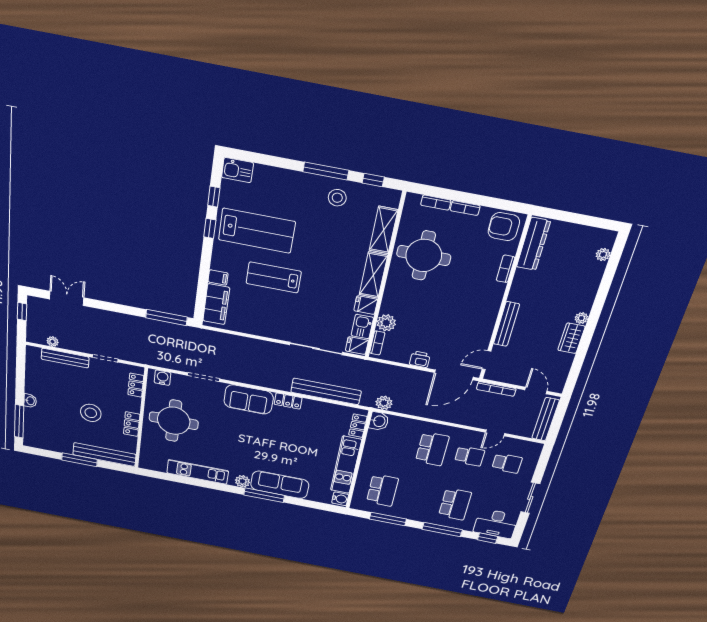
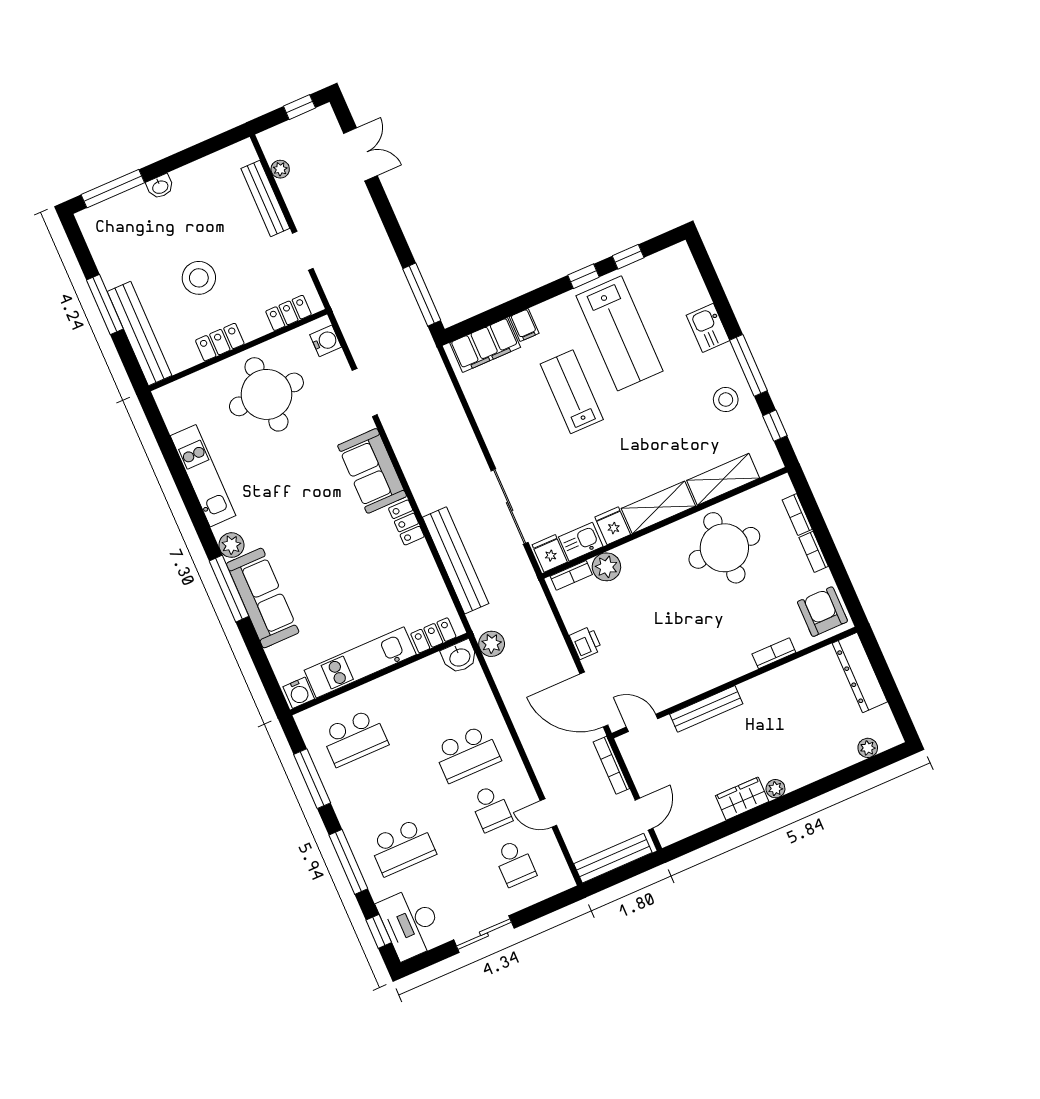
kitchen sink: (238, 170) -> (708, 328), moved
dresser: (533, 244) -> (860, 672), moved, turned 90

